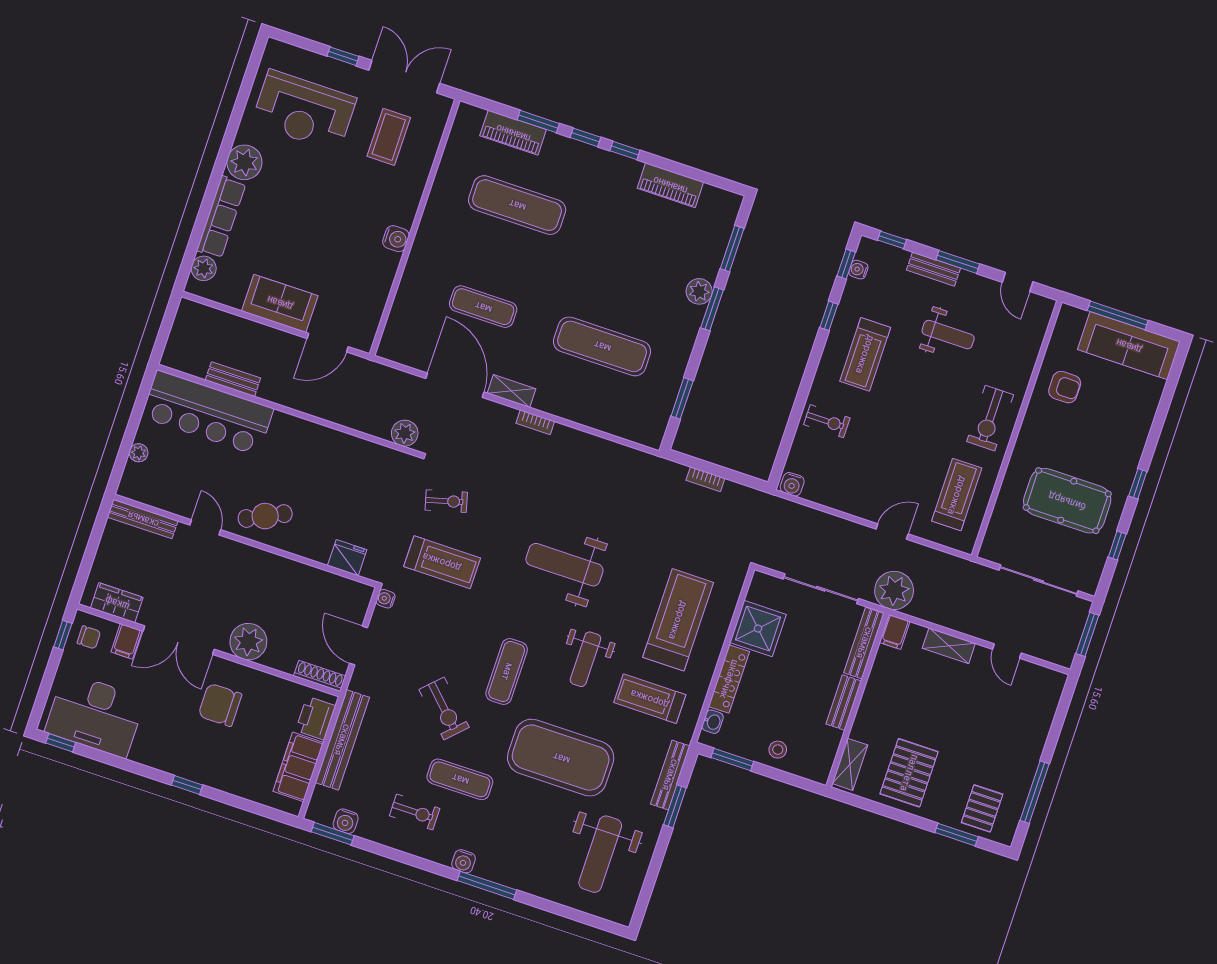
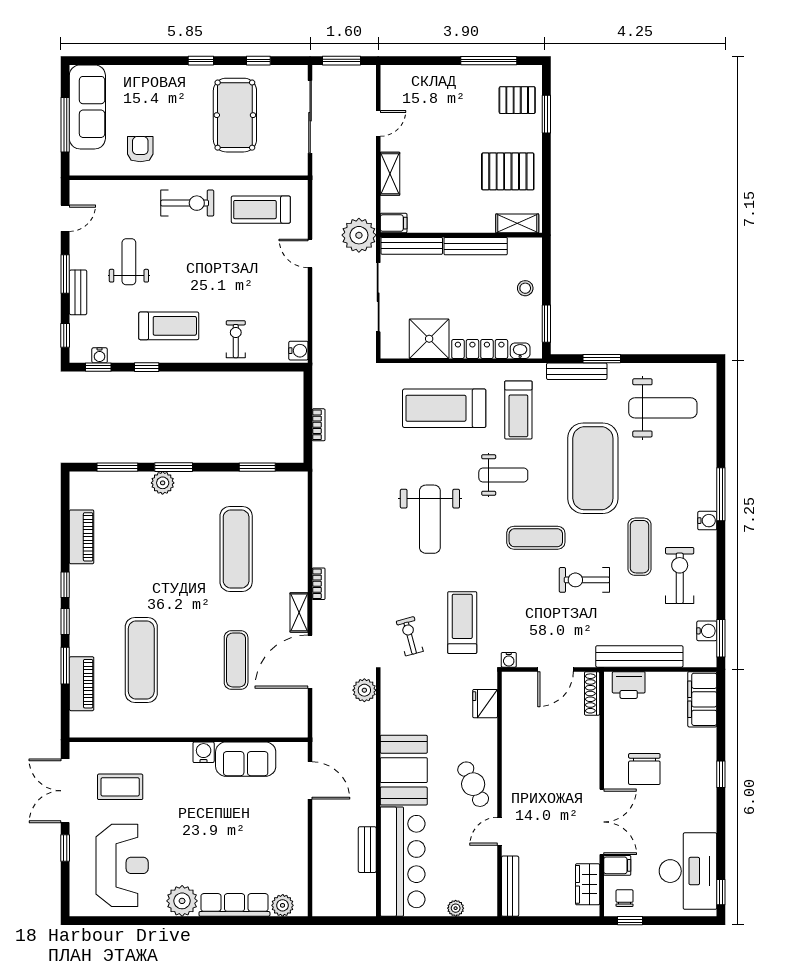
sofa: (280, 303) -> (246, 759), moved, turned -90
booth: (305, 447) -> (404, 770), added
plant: (248, 642) -> (583, 763), removed
bench: (844, 703) -> (476, 246), width x1.36
exercise bike: (444, 708) -> (584, 580), turned -135
filing cabinet: (298, 767) -> (702, 699), moved, turned 90
exercise bike: (415, 812) -> (680, 575), width x1.38, depth x1.39

